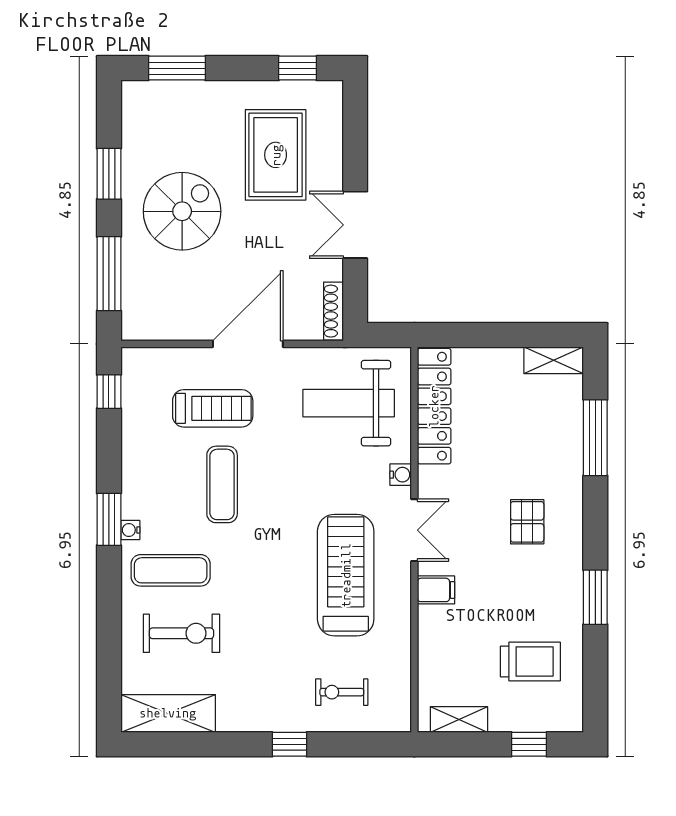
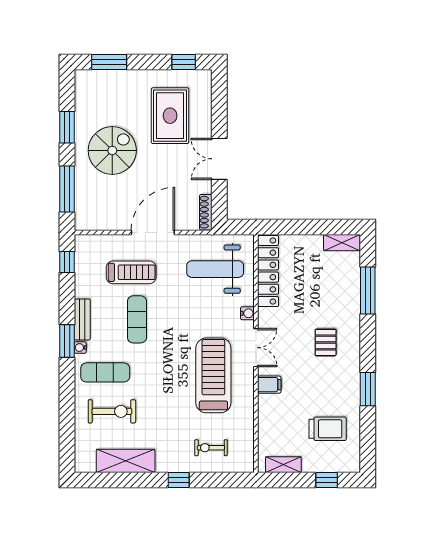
bench: (134, 485) -> (82, 320), added
shelving: (168, 713) -> (126, 461), moved

